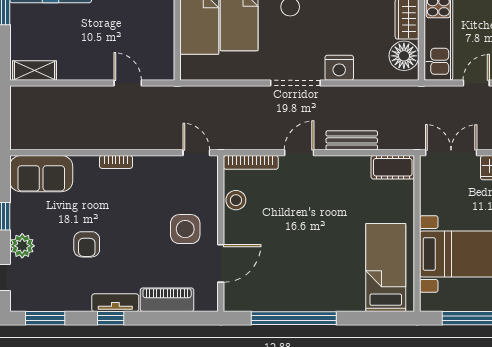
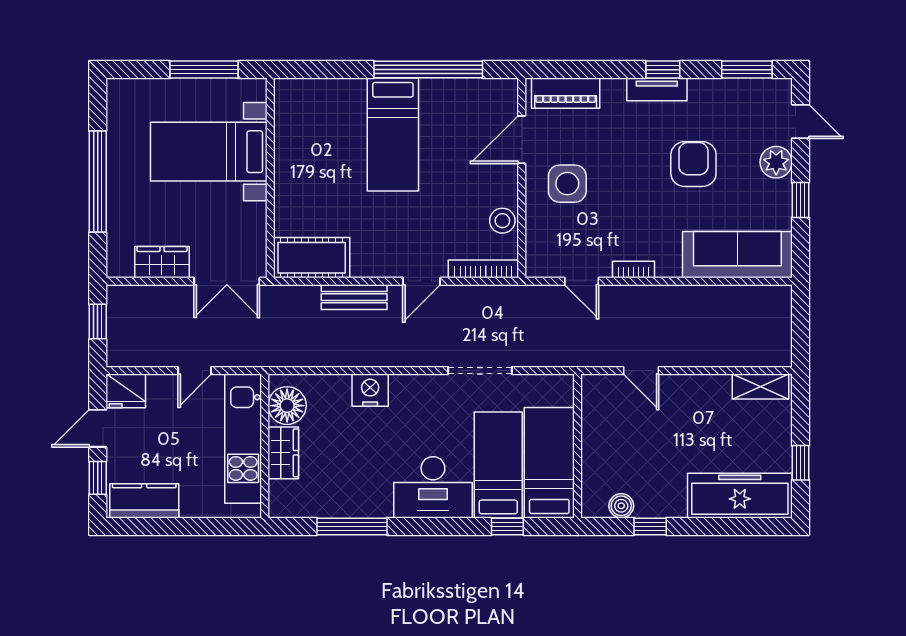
doorway: (295, 83) -> (480, 371), moved
door: (196, 153) -> (582, 281), moved
bookcase: (116, 162) -> (634, 270), moved
cot: (393, 167) -> (312, 258), width x1.37, depth x1.34
sofa: (41, 174) -> (737, 255), width x1.36
armchair: (87, 244) -> (693, 164), width x1.38, depth x1.38
bed: (386, 267) -> (393, 134), moved
piano: (167, 300) -> (566, 93), moved

